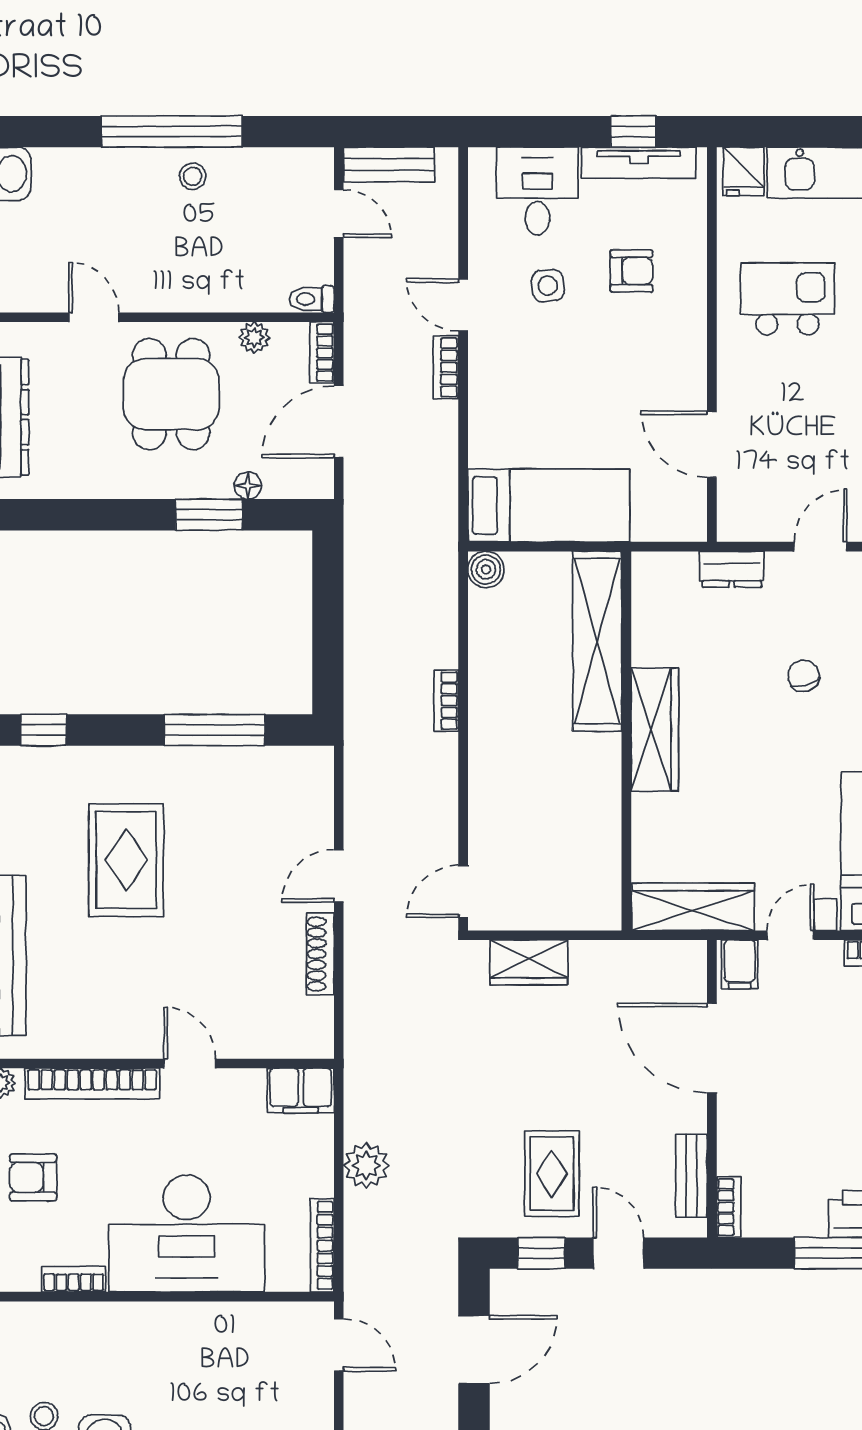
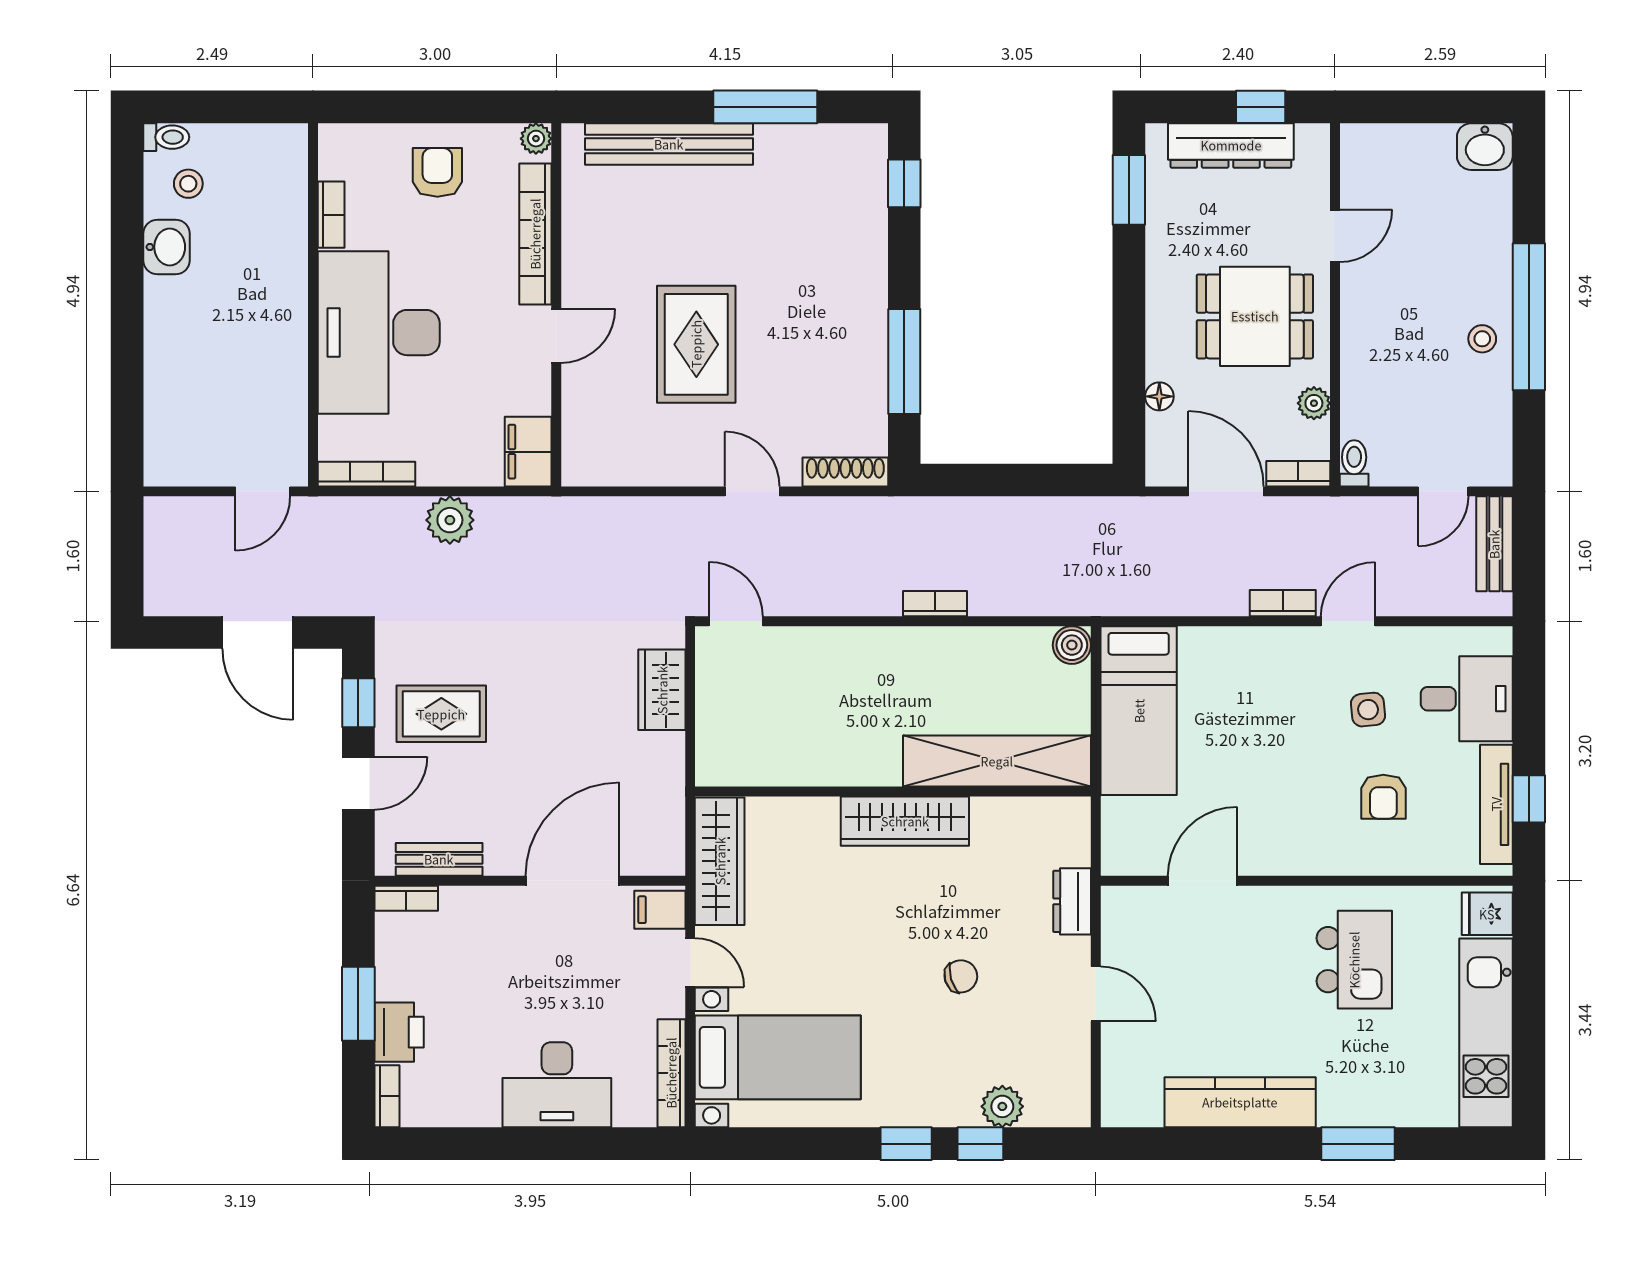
window: (209, 515) -> (1129, 190), moved
rug: (126, 860) -> (696, 344), moved, turned 90
shoe rack: (320, 954) -> (845, 472), moved

